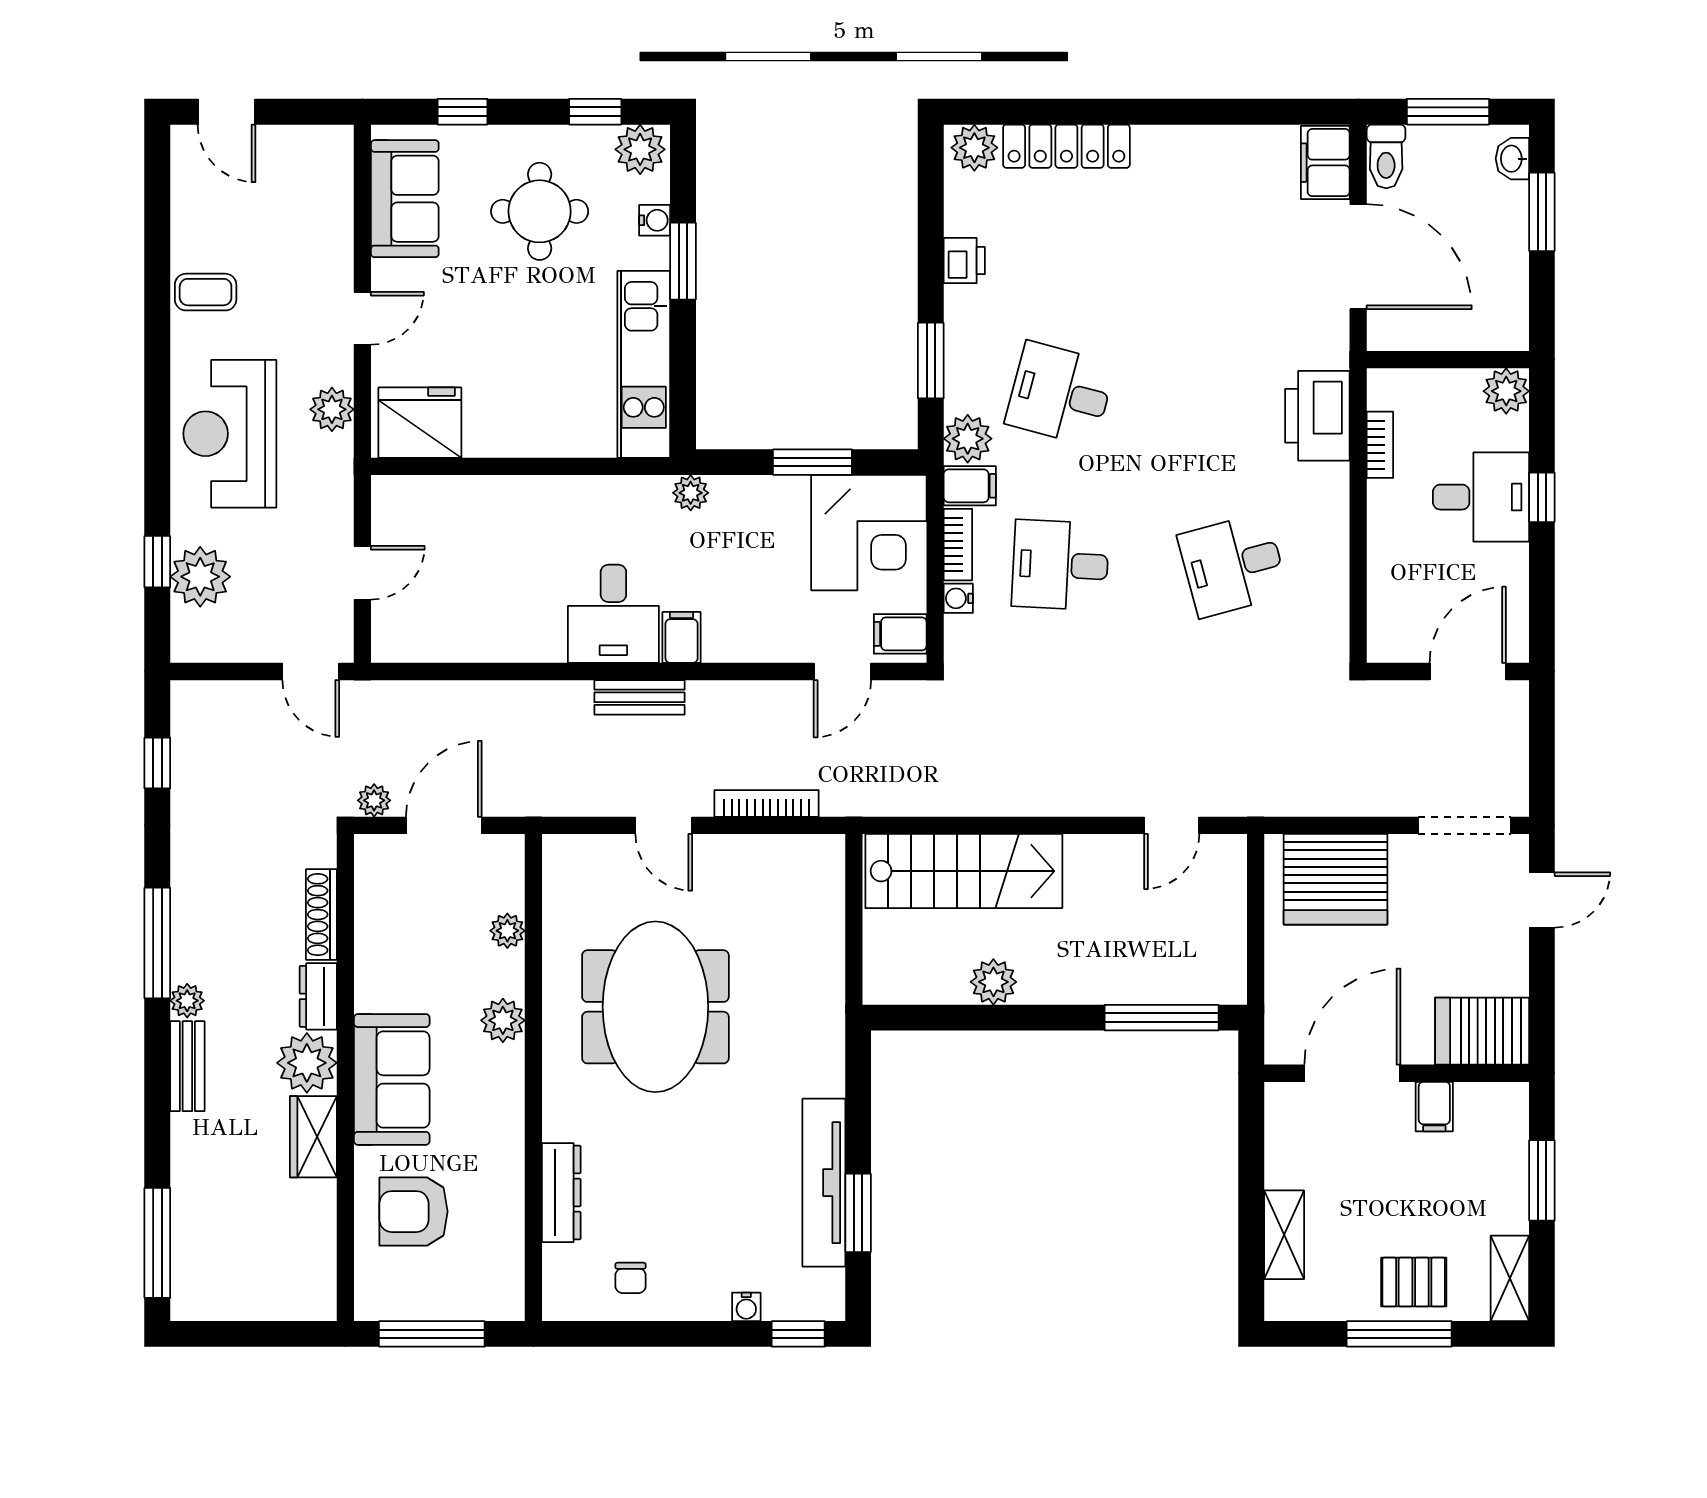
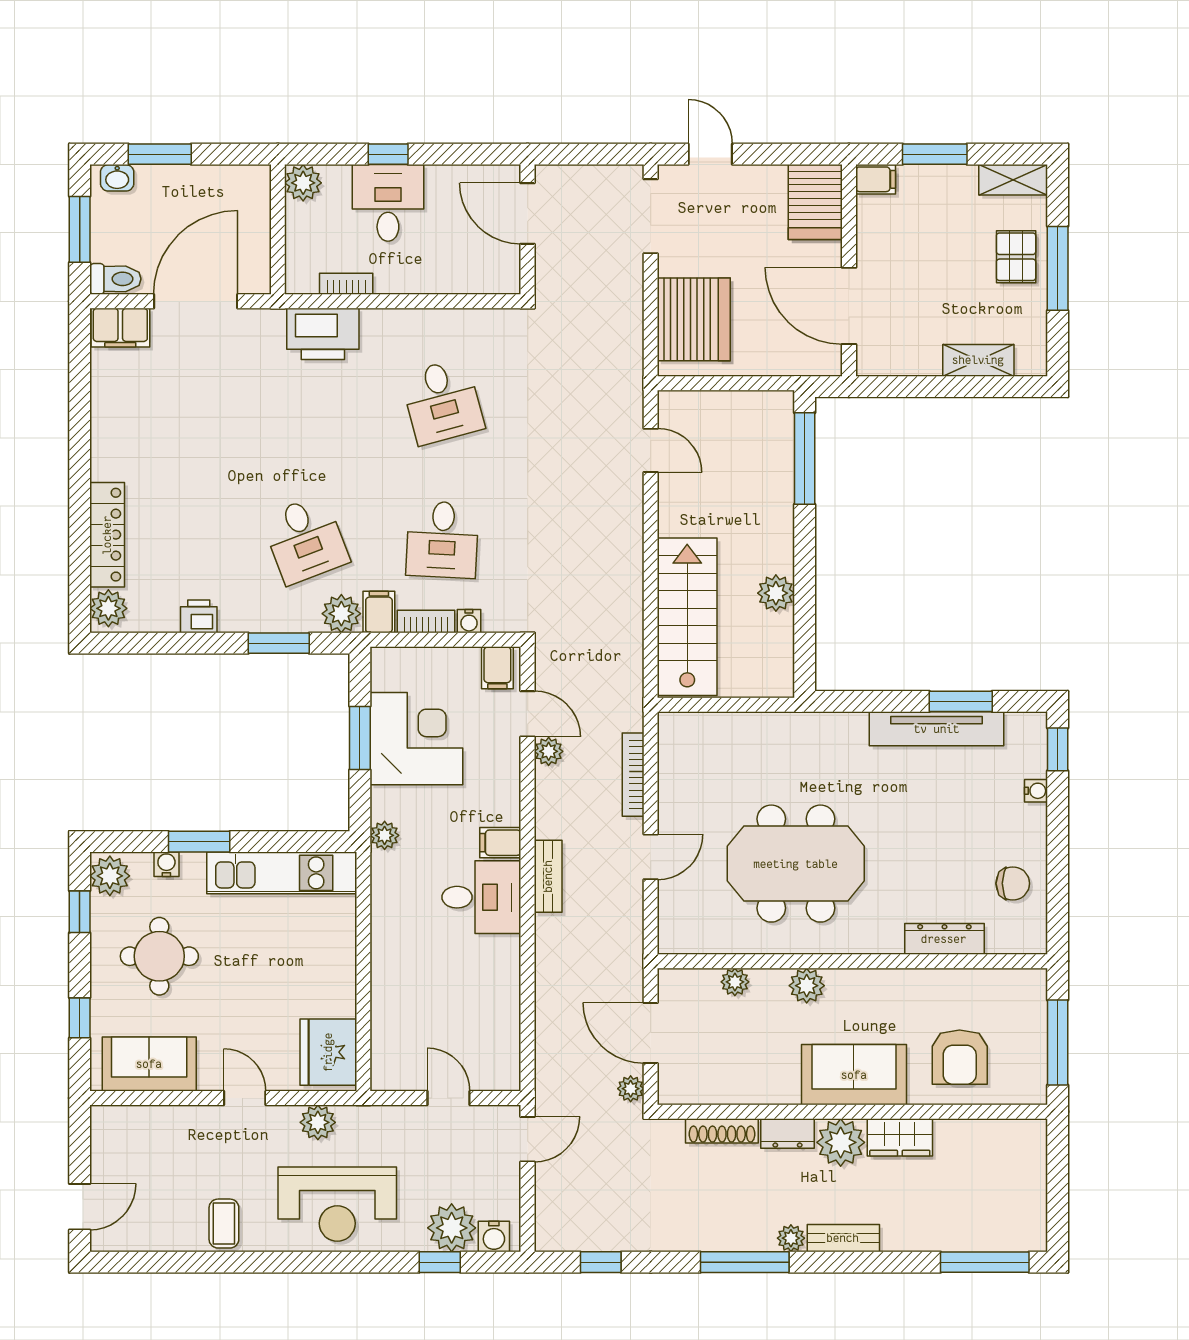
desk: (1060, 394) -> (305, 540), turned -36
corner desk: (869, 533) -> (416, 739), moved
water cooler: (189, 629) -> (494, 1236), added
plant: (796, 698) -> (549, 751), added
filing cabinet: (1434, 1107) -> (876, 179), moved
chair: (631, 1278) -> (1013, 883), width x1.37, depth x1.37

